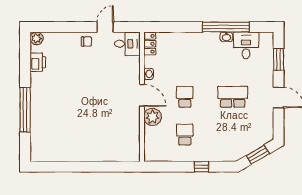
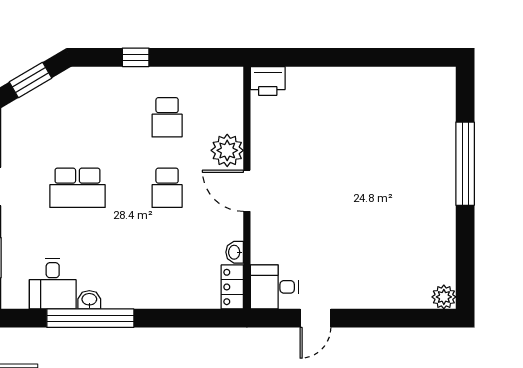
chair: (87, 42) -> (350, 291), removed
printer: (38, 62) -> (268, 81), moved, turned -90
washbasin: (149, 74) -> (235, 252), moved

